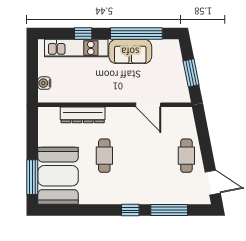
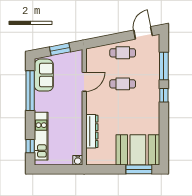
window: (83, 33) -> (30, 146), moved
sofa: (130, 51) -> (44, 75), moved
water cooler: (44, 83) -> (78, 160), moved
cafe table: (104, 156) -> (123, 84), moved

